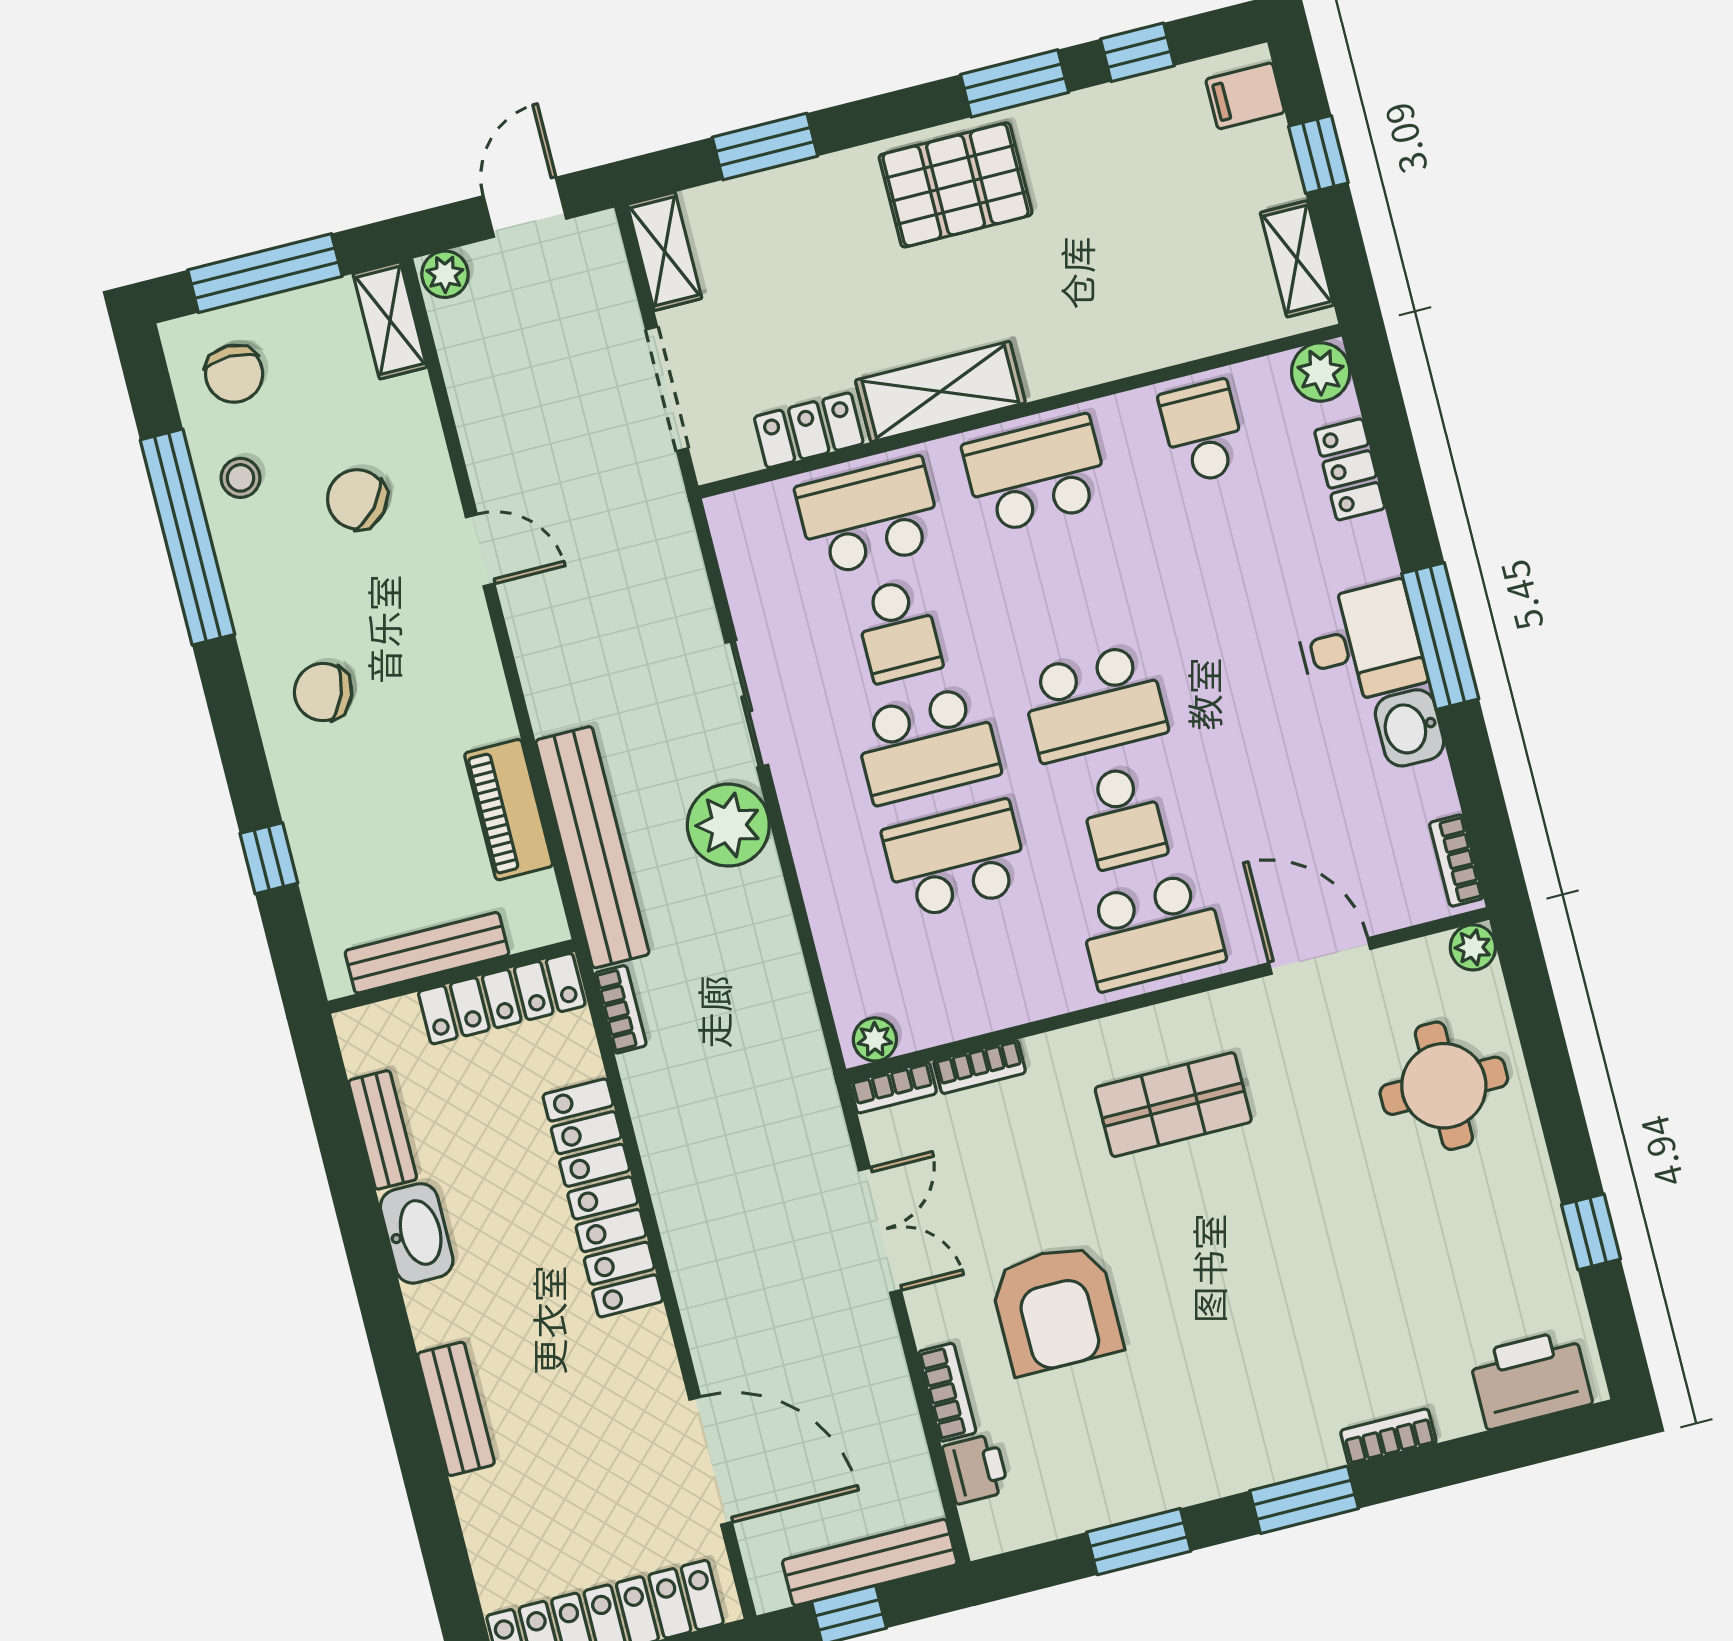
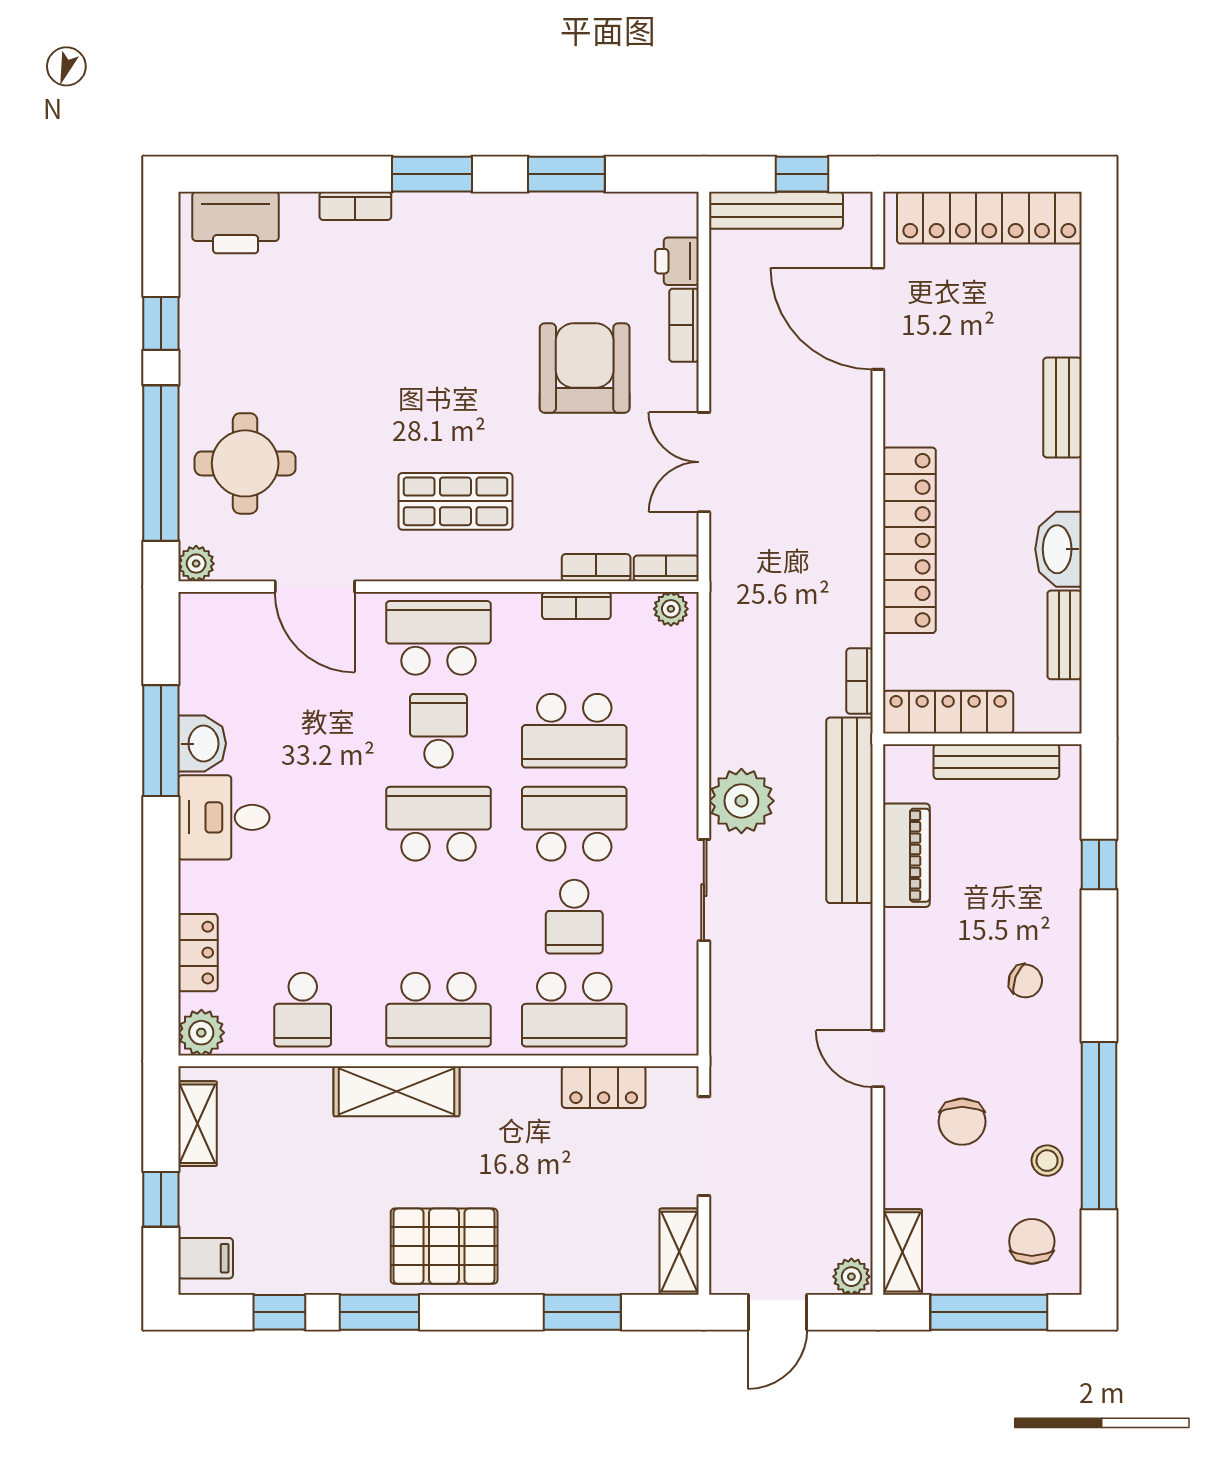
shelving: (940, 392) -> (396, 1091), moved
chair: (357, 499) -> (962, 1122), turned 49
school desk: (898, 631) -> (574, 917), turned 180
window: (1440, 636) -> (161, 741), moved
chair: (323, 692) -> (1025, 981), width x0.73, depth x0.73
bookcase: (1456, 861) -> (576, 606), moved, turned 90
window: (1547, 1060) -> (161, 463), added

